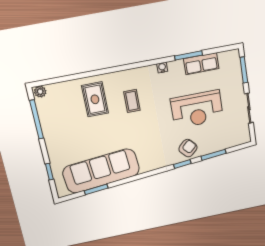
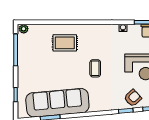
rug: (95, 99) -> (65, 43), turned 90
coffee table: (132, 101) -> (95, 68), moved

